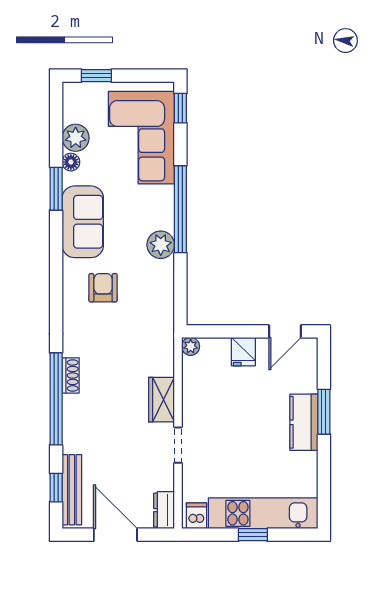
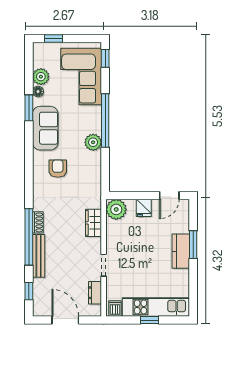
plant: (191, 346) -> (116, 209), width x1.88, depth x1.88
wardrobe: (161, 400) -> (94, 223), moved
bench: (72, 490) -> (39, 256), moved
dresser: (164, 510) -> (95, 293), moved

